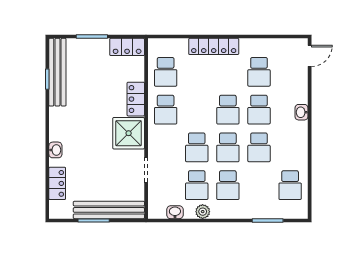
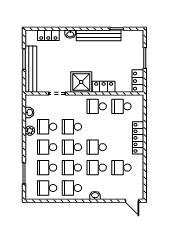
bench: (57, 72) -> (99, 35), moved
school desk: (290, 147) -> (72, 188), added
school desk: (259, 185) -> (47, 168), added

